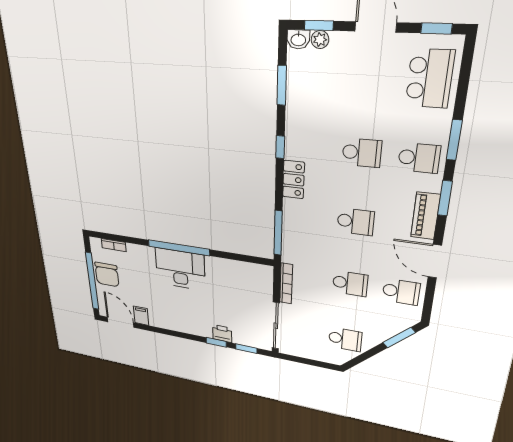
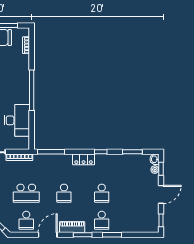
school desk: (430, 79) -> (139, 220), removed
desk: (180, 269) -> (17, 120), moved
school desk: (350, 284) -> (26, 193), width x1.85

